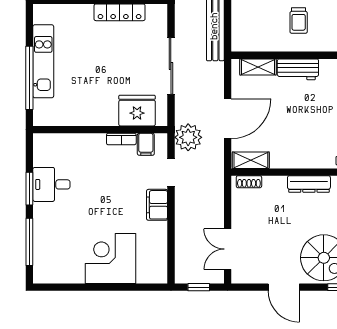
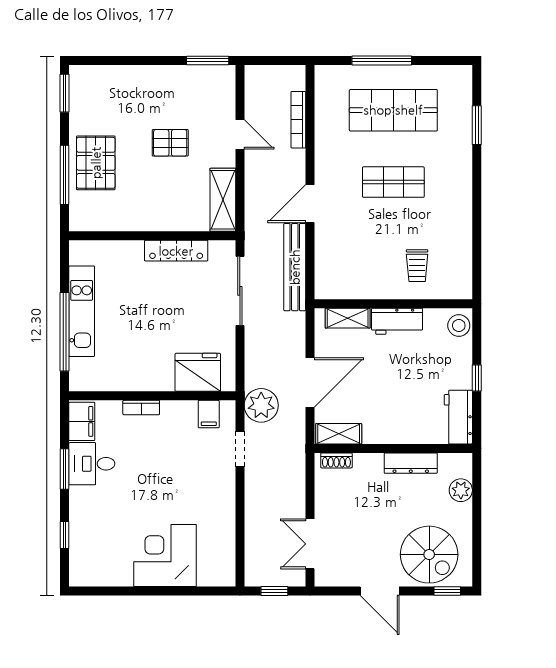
trolley: (299, 20) -> (417, 266), moved
sliding door: (171, 66) -> (240, 291), moved
bookcase: (121, 139) -> (141, 408), moved
filing cabinet: (157, 205) -> (82, 421), moved, turned 180
window: (29, 242) -> (65, 535), width x0.46

